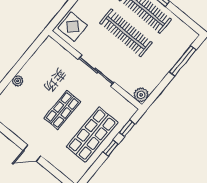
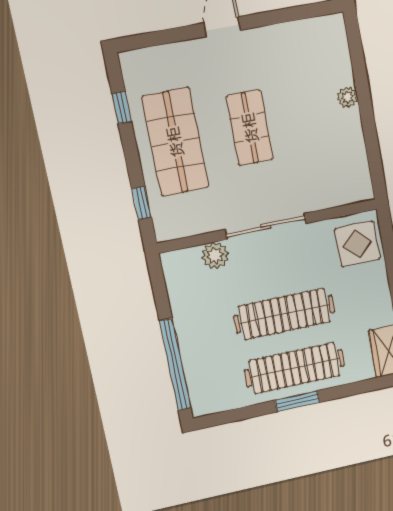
window: (183, 61) -> (175, 365), width x1.46
plant: (141, 95) -> (215, 256), moved
window: (111, 148) -> (122, 108), moved

